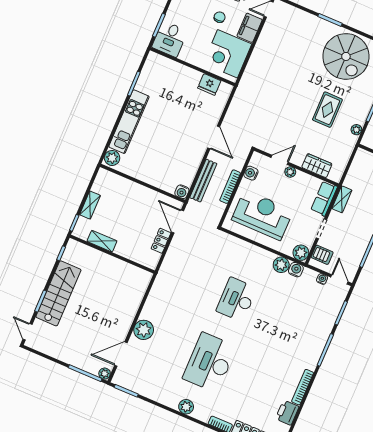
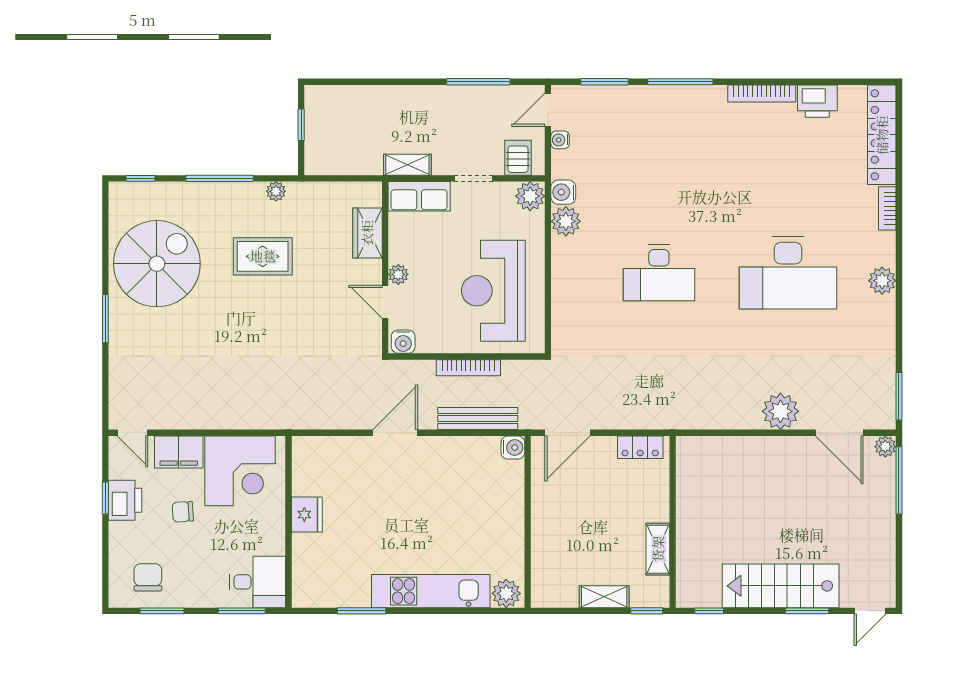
fridge: (209, 84) -> (307, 515), moved
water cooler: (251, 173) -> (403, 342), moved
locker: (161, 241) -> (640, 447), moved

